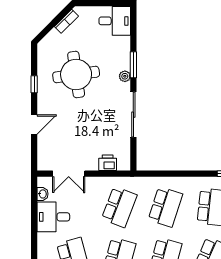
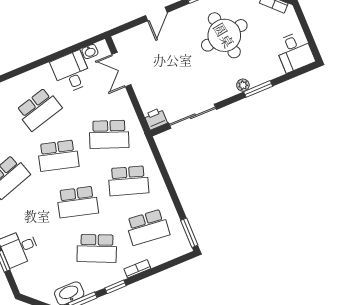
sliding door: (133, 115) -> (193, 116), moved
door: (34, 124) -> (156, 14), hinge flipped
printer: (108, 163) -> (156, 119), moved, turned -90

